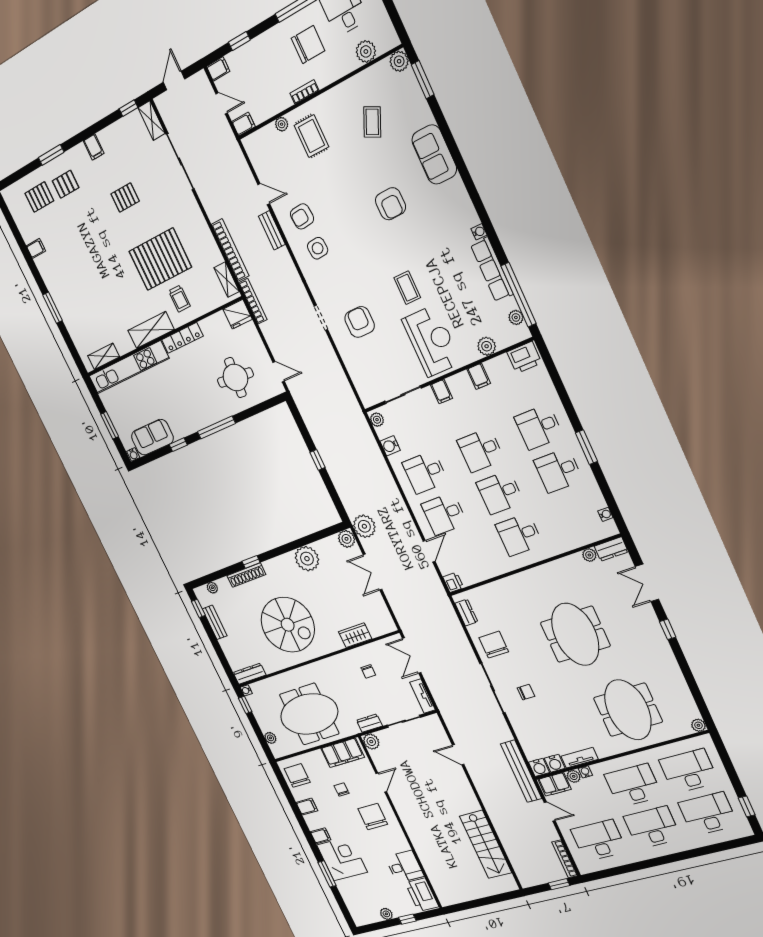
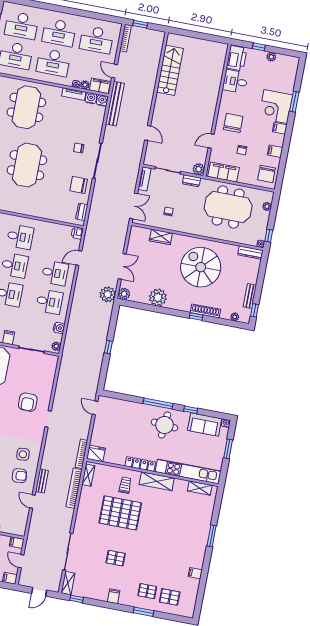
round table: (235, 378) -> (165, 425), moved
chair: (494, 645) -> (79, 185), turned 90
chair: (373, 817) -> (233, 123), turned 180

